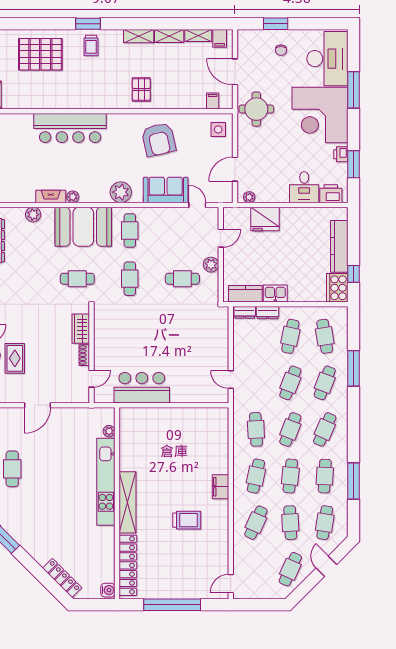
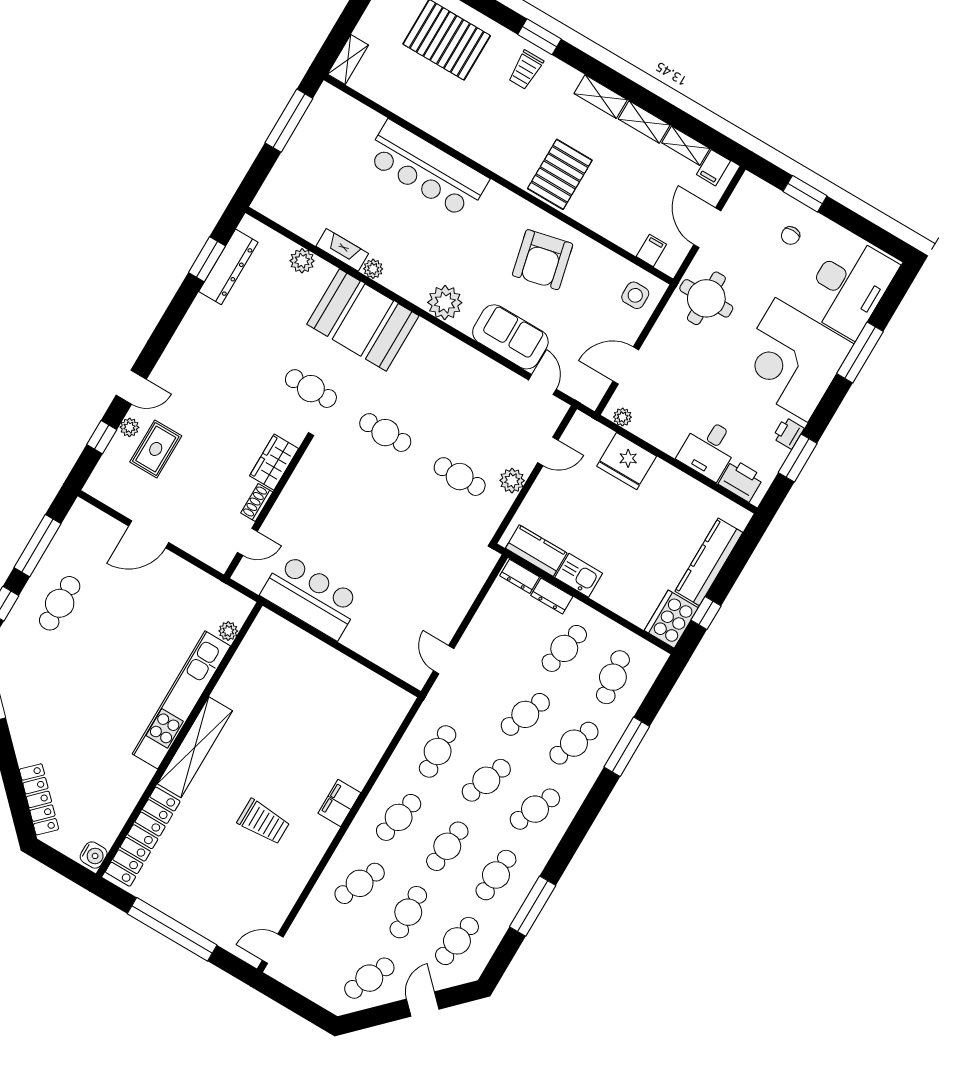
pallet: (141, 89) -> (560, 174), width x1.50, depth x1.42
cafe table: (130, 231) -> (426, 364), removed
cafe table: (130, 279) -> (385, 433), turned 90

